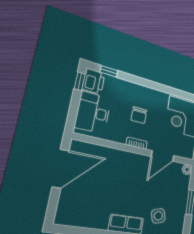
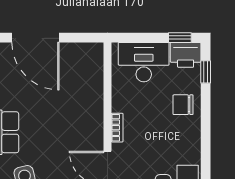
chair: (139, 115) -> (183, 105), moved
door: (61, 169) -> (35, 38), moved

